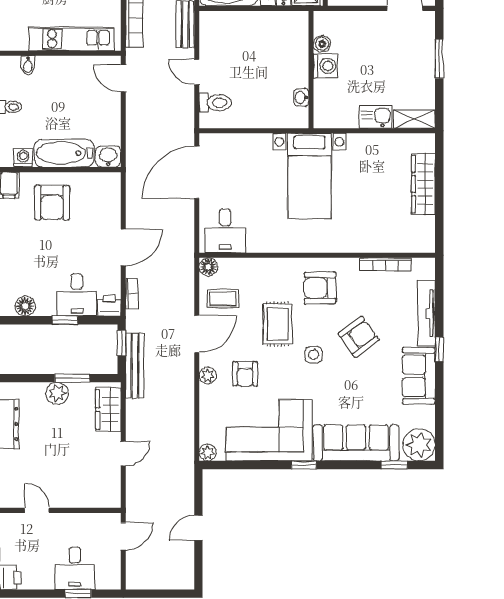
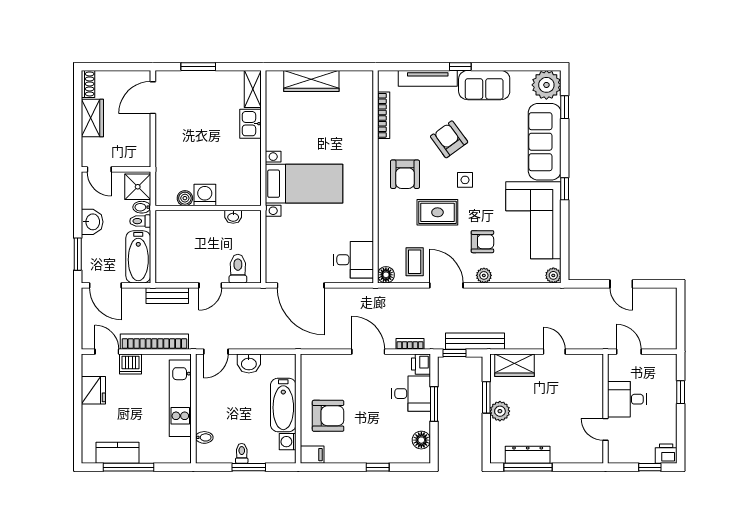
boiler: (322, 44) -> (185, 198), moved
washing machine: (325, 66) -> (205, 195), moved
wall: (311, 70) -> (208, 208), moved
washbasin: (301, 97) -> (233, 217), moved
washbasin: (108, 156) -> (249, 363), moved, turned -90
window: (65, 320) -> (434, 404), width x1.50
door: (37, 510) -> (606, 429), hinge flipped
desk: (75, 568) -> (627, 399), moved, turned 180

